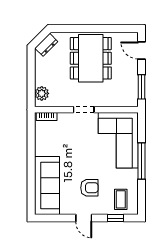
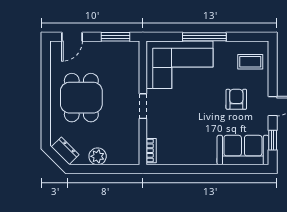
dining table: (91, 58) -> (81, 98), width x0.73
plant: (42, 93) -> (98, 156), moved
sofa: (47, 186) -> (243, 150), width x0.73
window: (116, 218) -> (273, 140), moved

